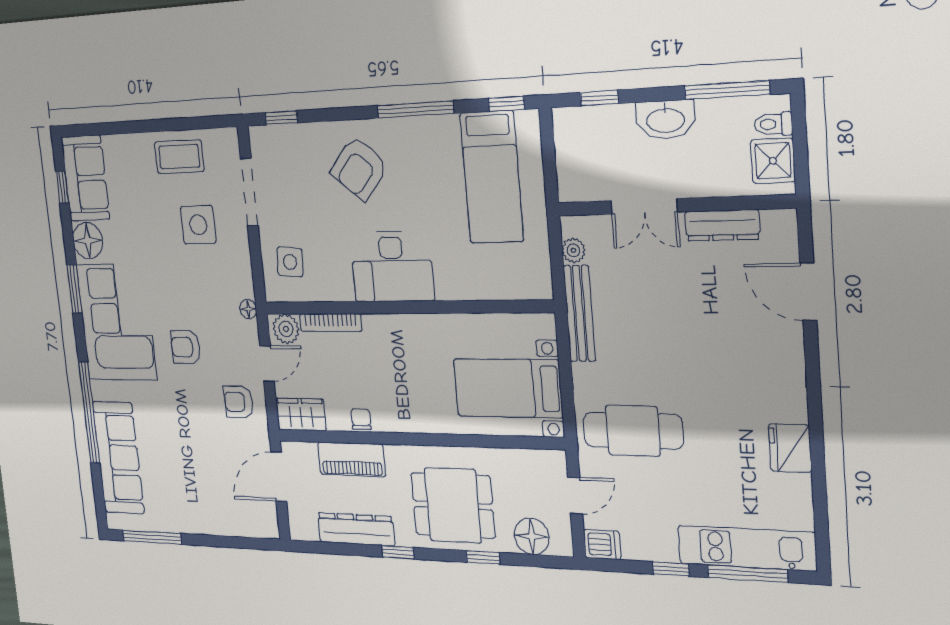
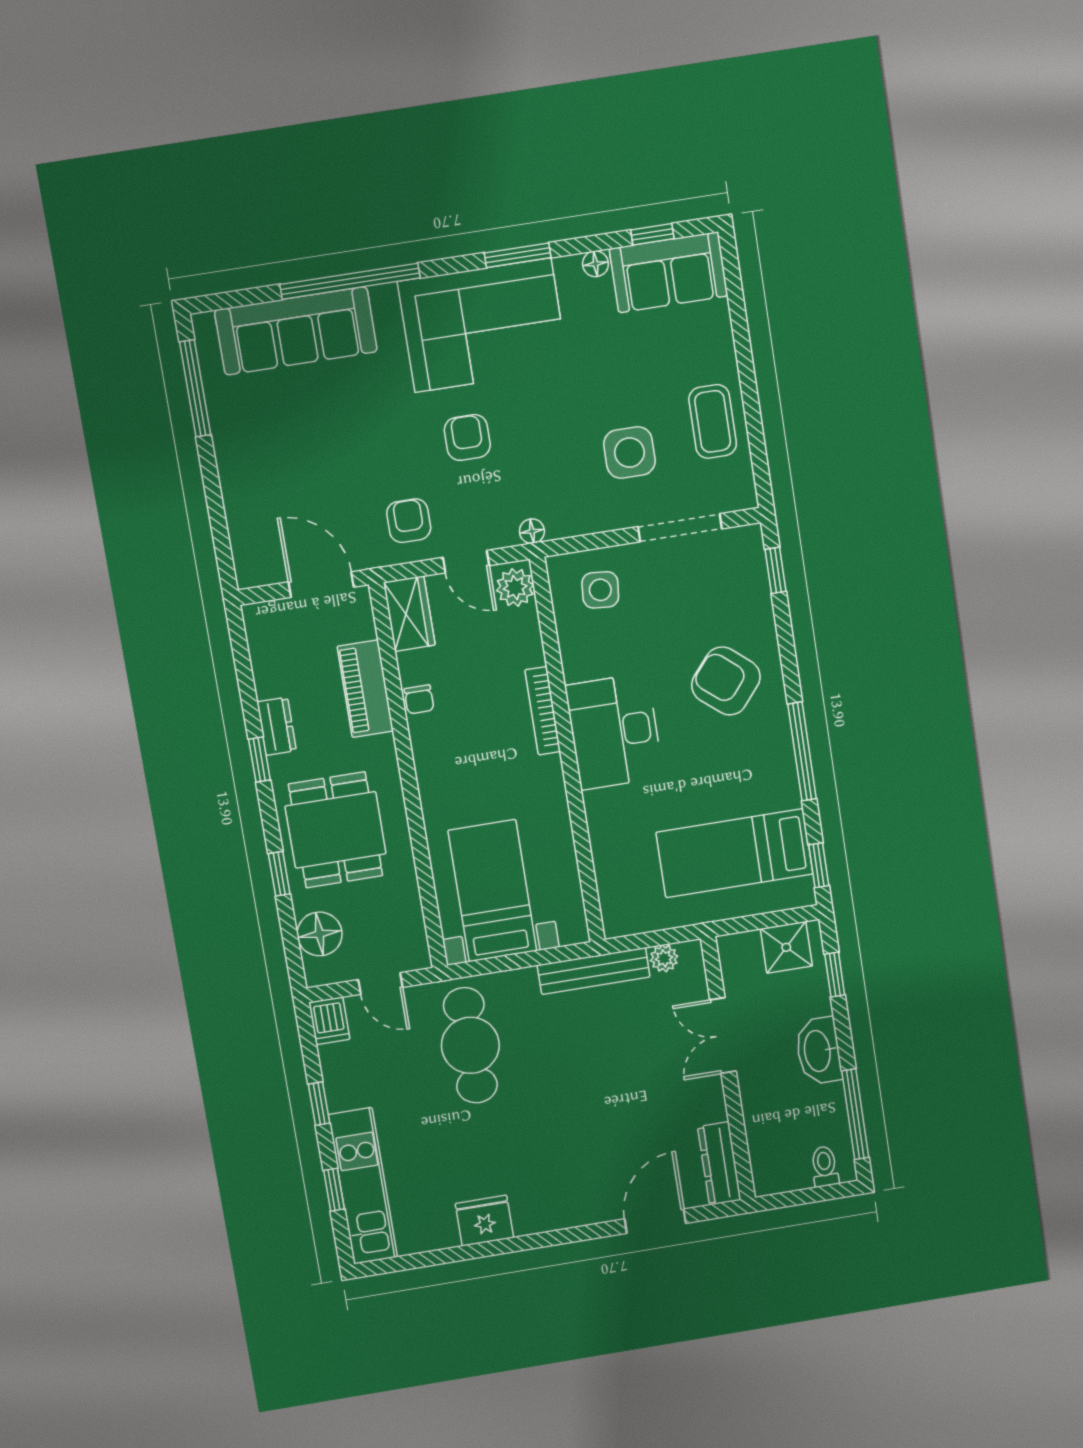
shower: (773, 161) -> (786, 947), moved
dresser: (722, 225) -> (719, 1163), moved
floor lamp: (88, 241) -> (595, 264), width x0.53, depth x0.53
bookcase: (331, 323) -> (543, 711), moved
chair: (361, 419) -> (419, 699), turned 90
dresser: (356, 529) -> (277, 726), width x0.51, depth x0.80
window: (747, 574) -> (334, 1190), width x0.46

